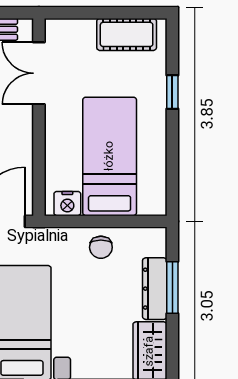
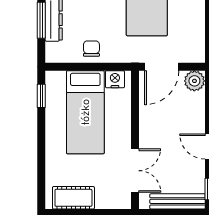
window: (172, 92) -> (41, 96), moved

